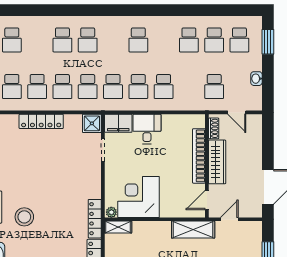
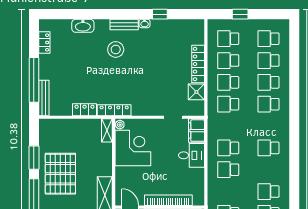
school desk: (113, 87) -> (268, 61), moved
shower: (92, 123) -> (196, 92), moved

